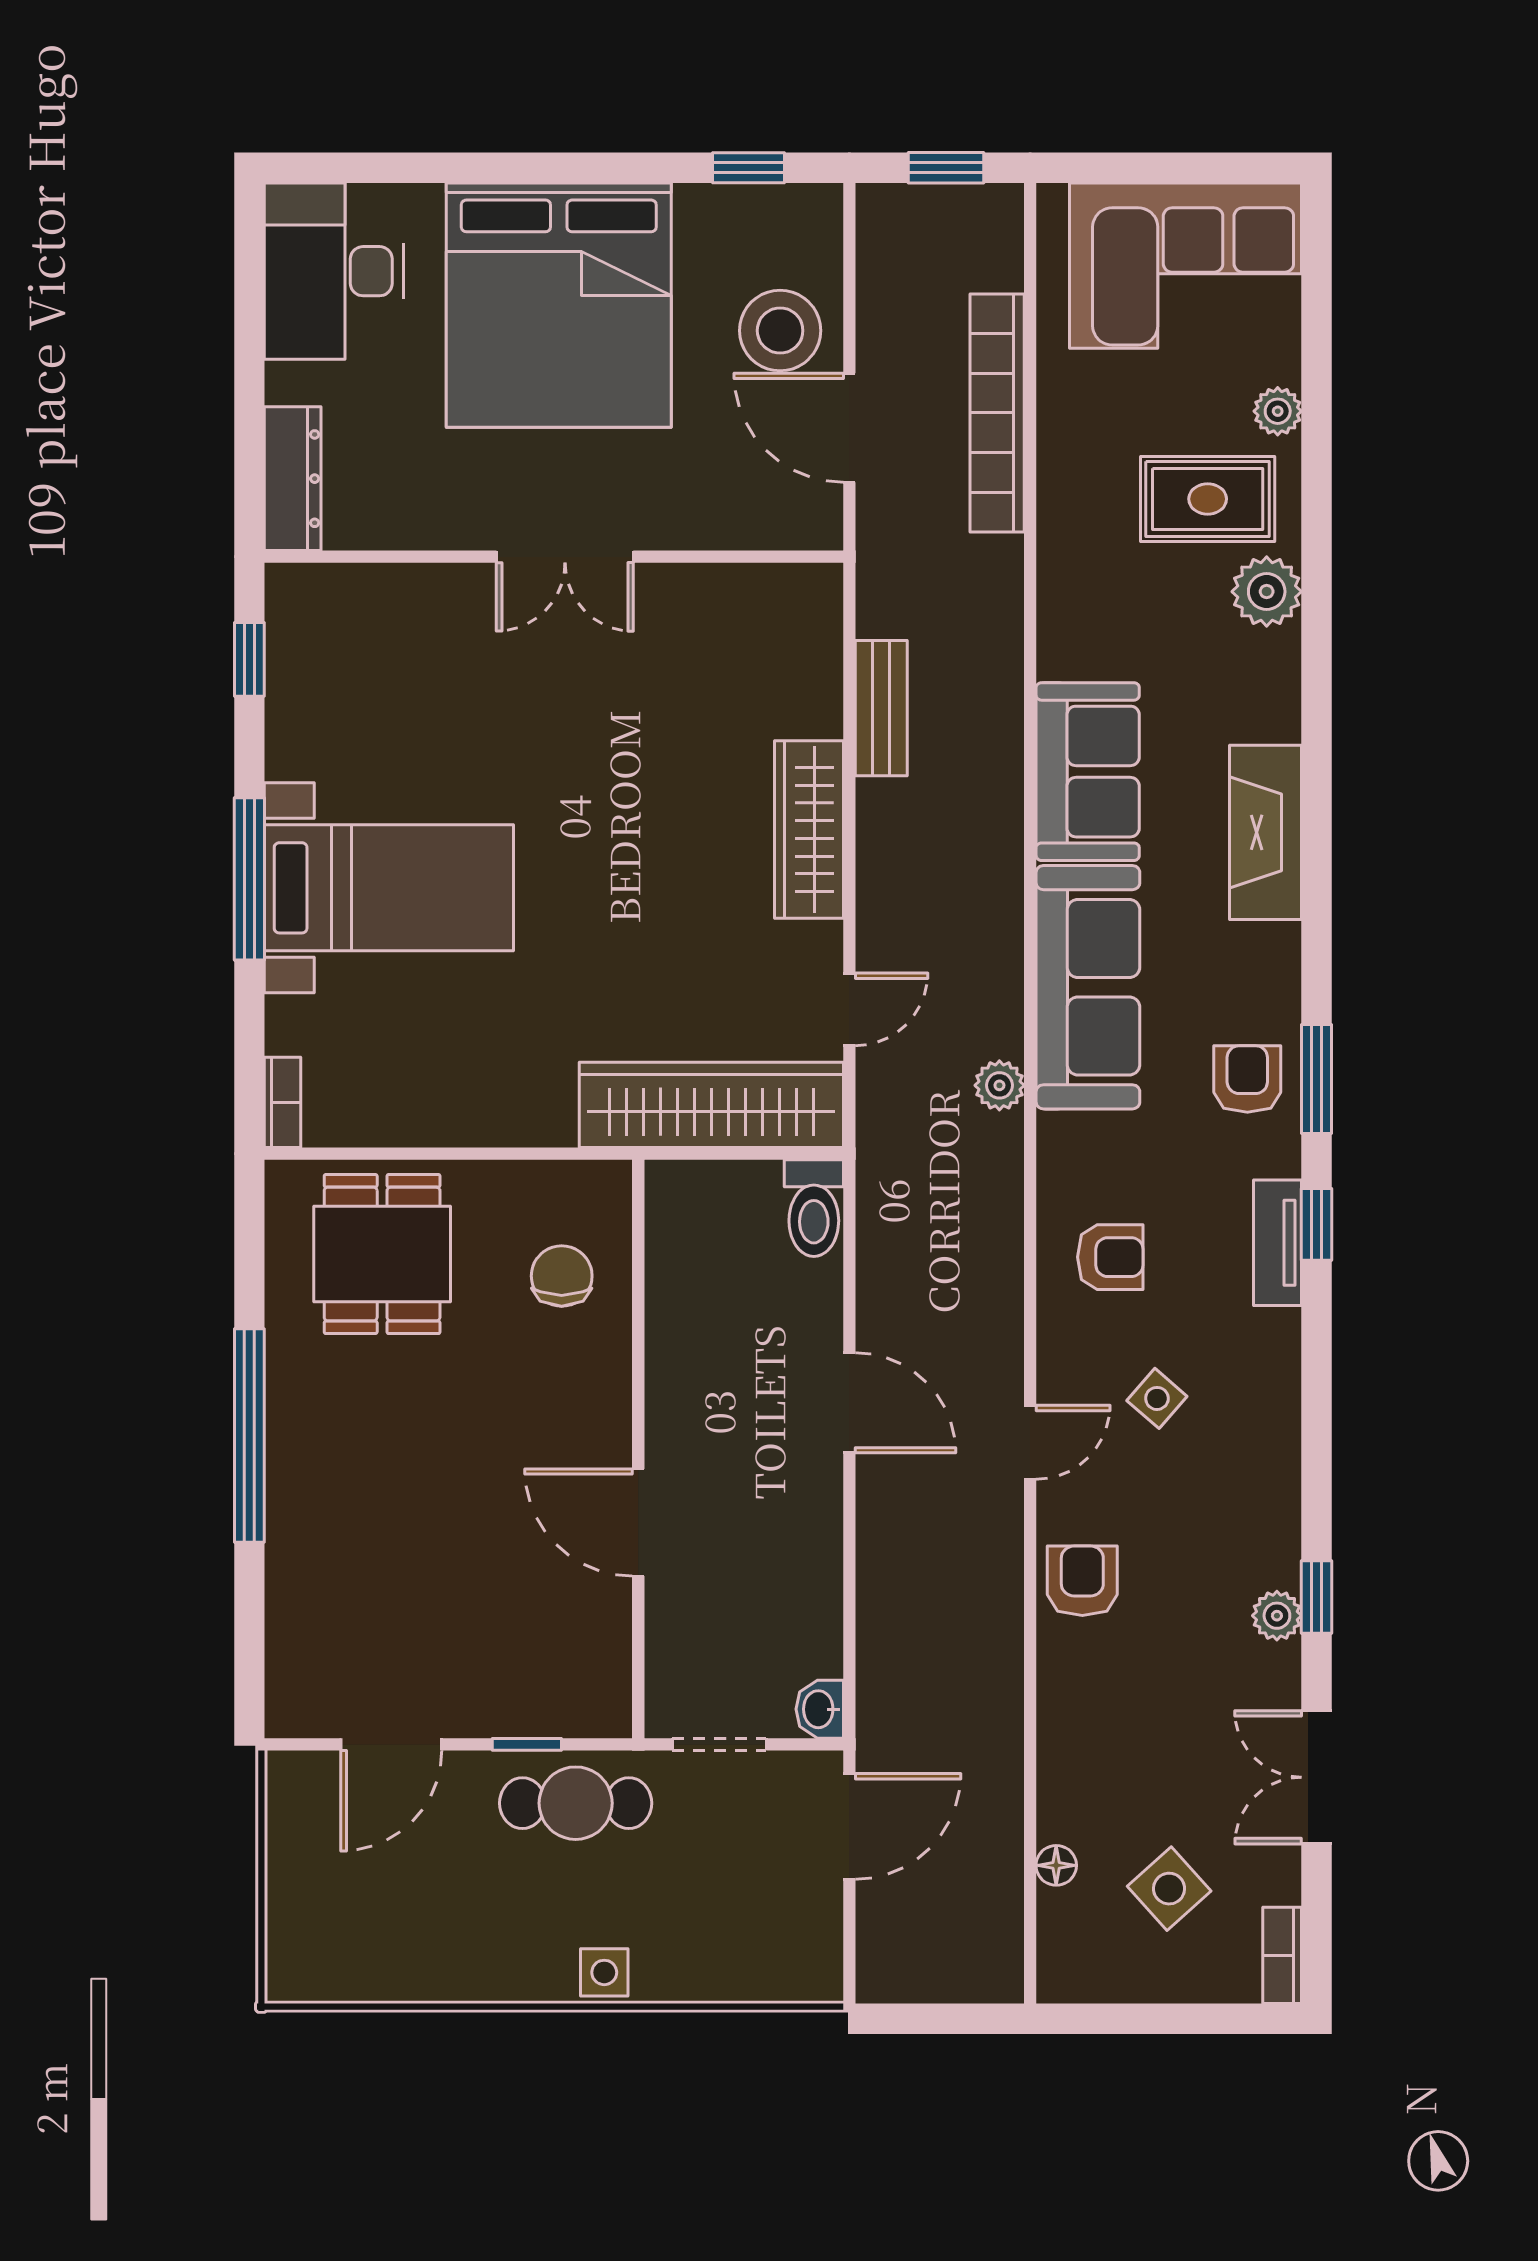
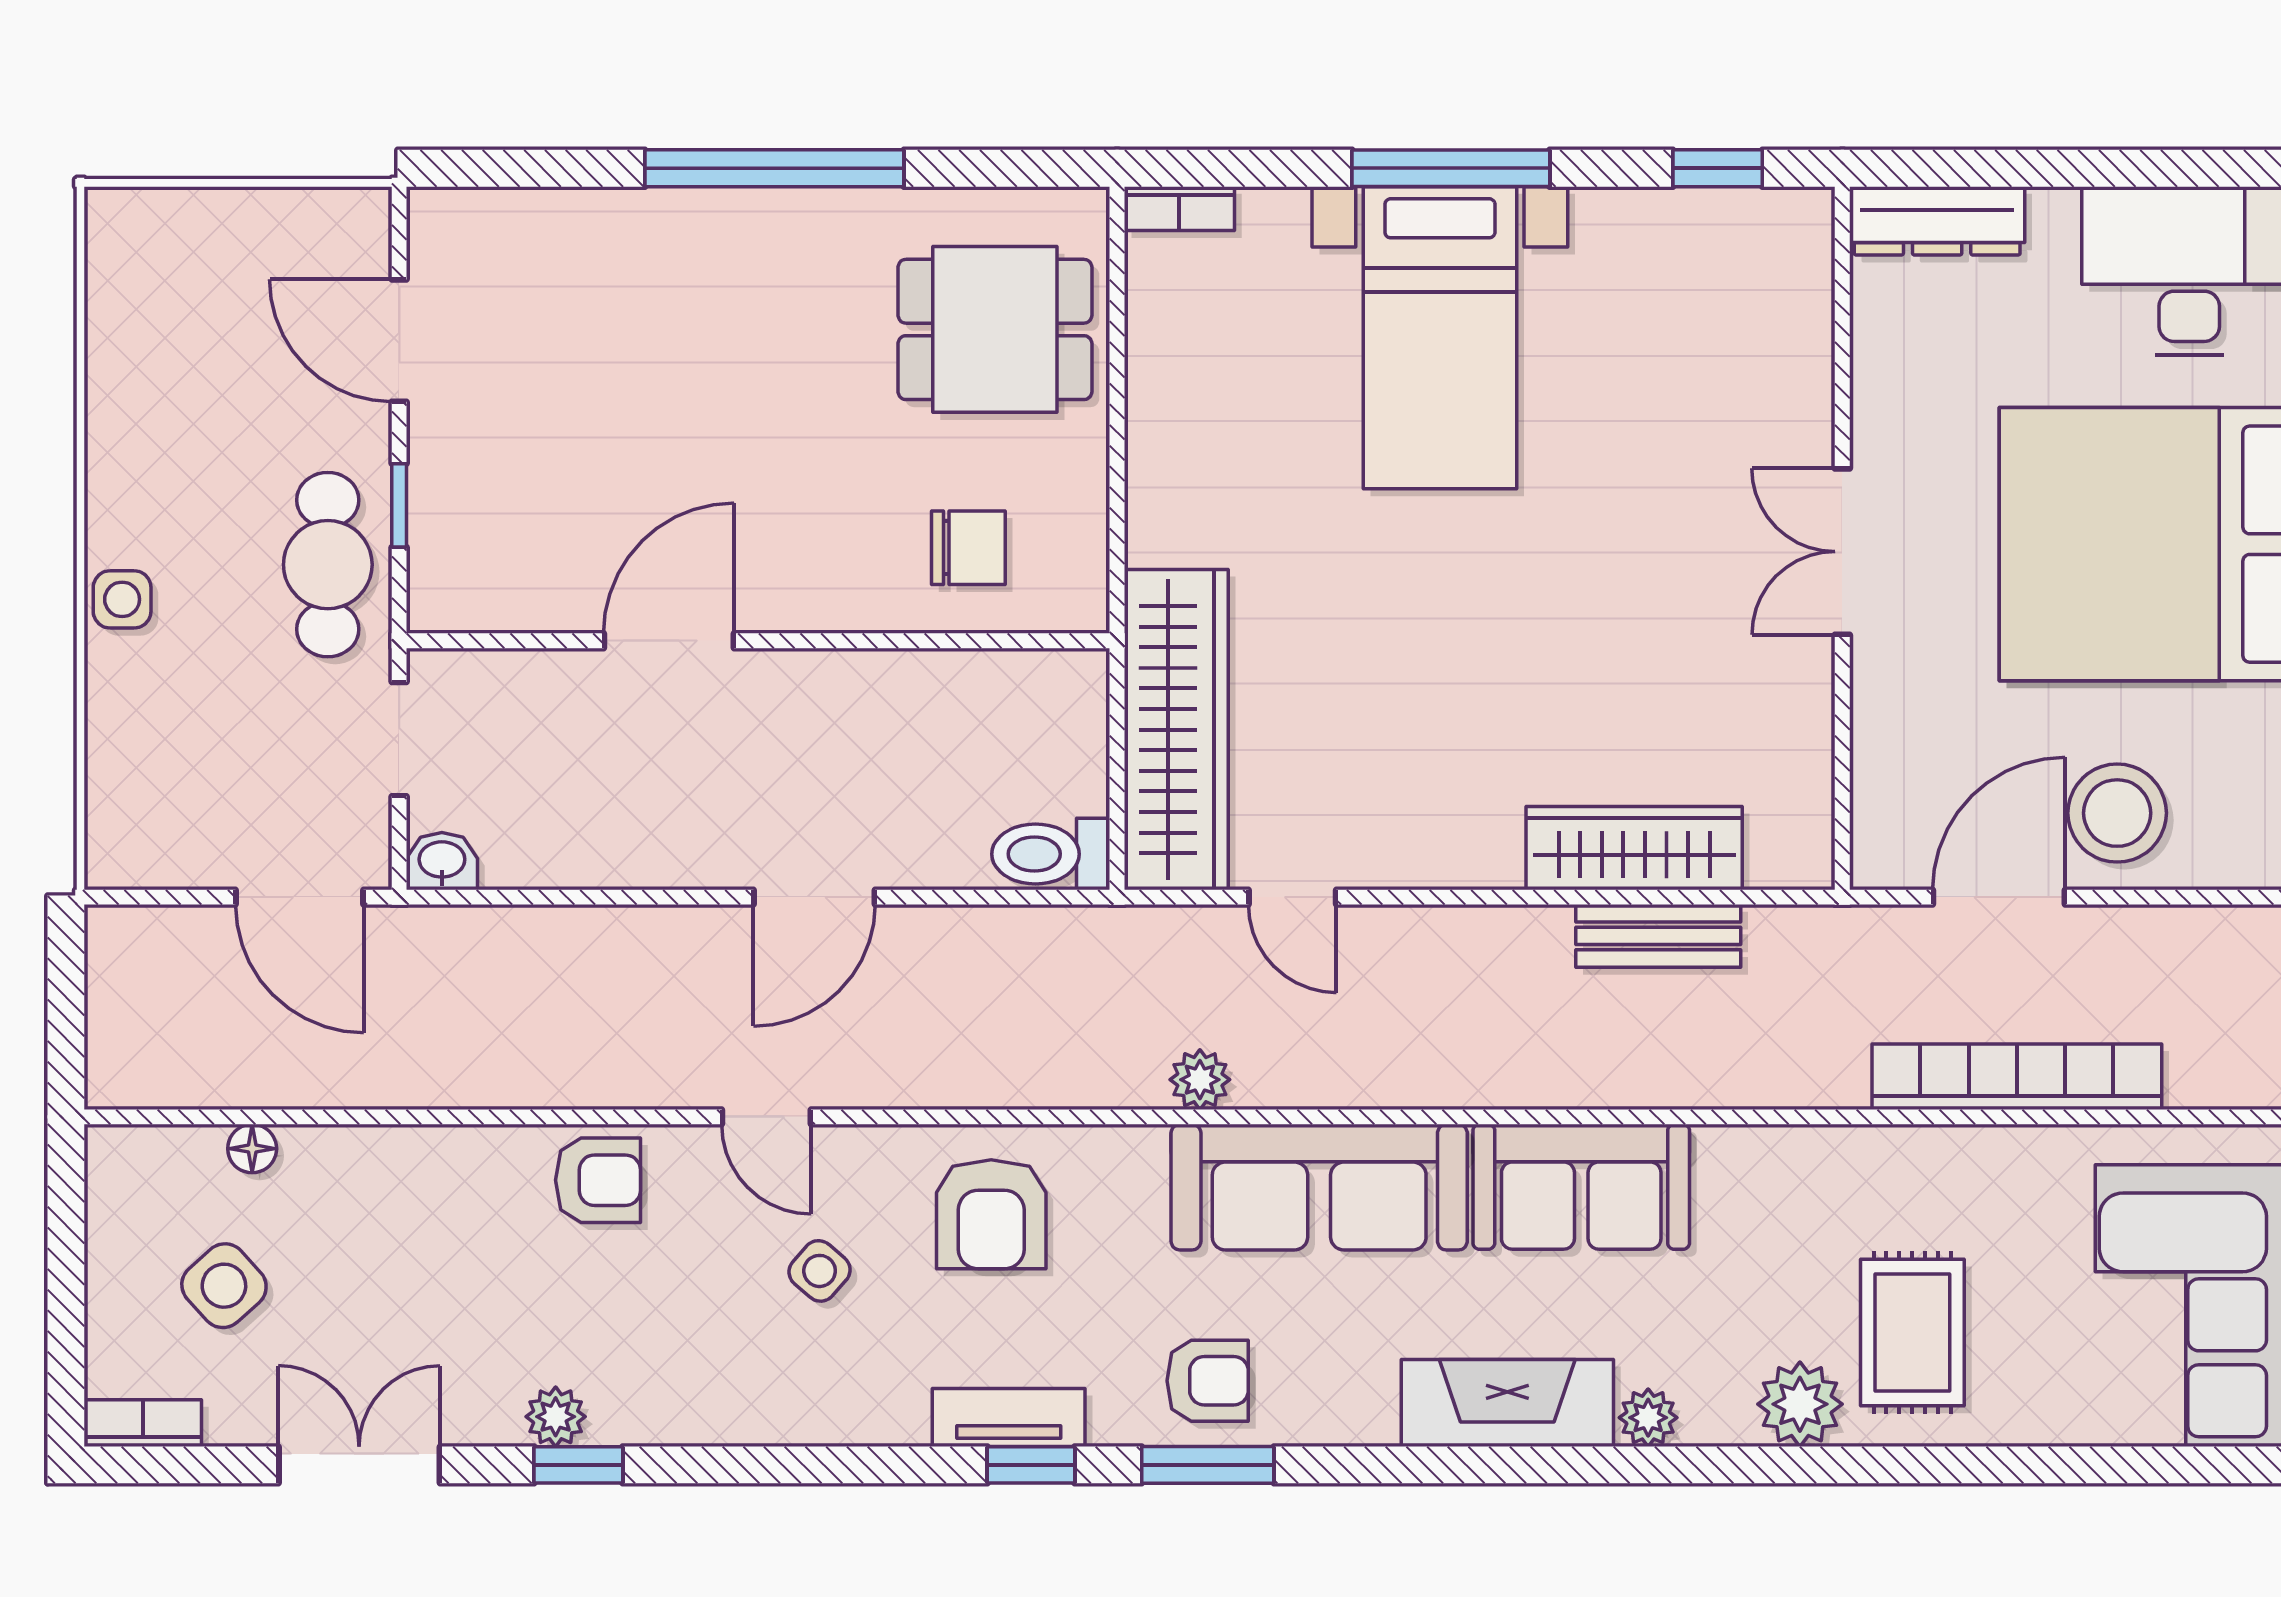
plant: (1278, 411) -> (1648, 1418), moved
wardrobe: (809, 829) -> (1634, 848), moved
armchair: (1110, 1257) -> (991, 1214), width x1.38, depth x1.38

